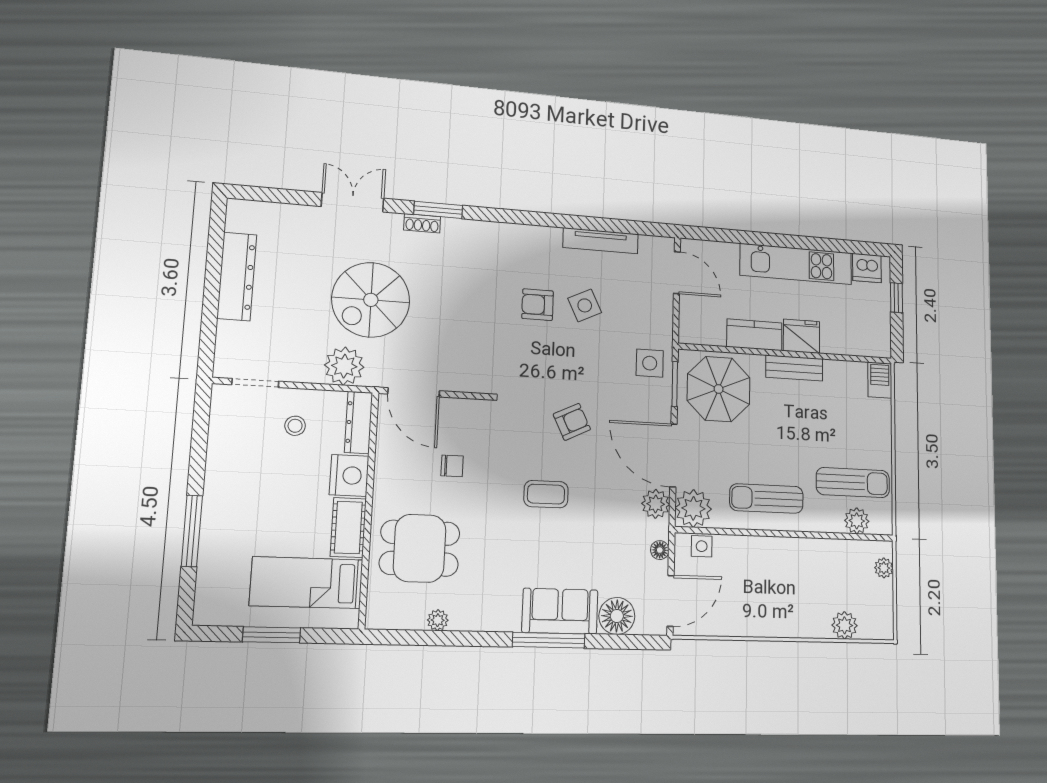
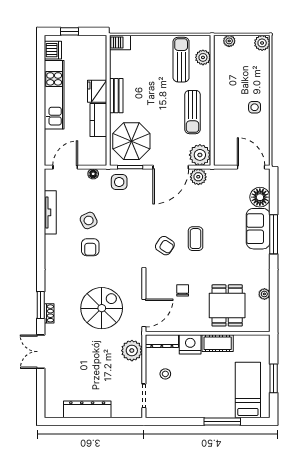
spiral stairs: (371, 300) -> (102, 308), moved, turned -90
armchair: (572, 422) -> (165, 246), moved, turned 149
side table: (702, 546) -> (255, 107), moved
floor lamp: (660, 550) -> (93, 174), moved
bed: (306, 583) -> (248, 390), moved, turned 180
plant: (845, 625) -> (262, 43), moved

